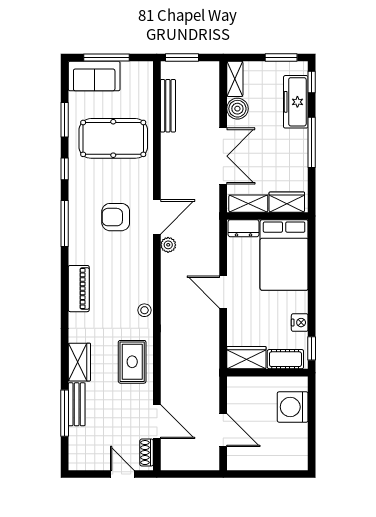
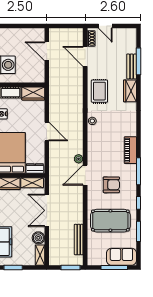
armchair: (116, 217) -> (111, 185), moved
piano: (79, 289) -> (130, 150), moved

